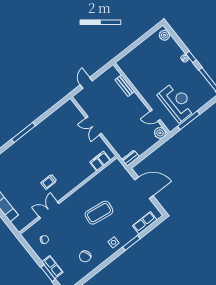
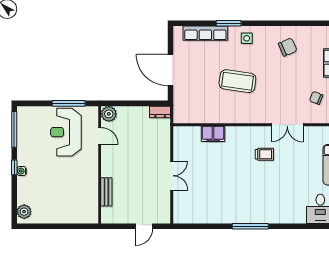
filing cabinet: (100, 161) -> (213, 134), moved
row of seats: (145, 223) -> (205, 33), width x1.48

